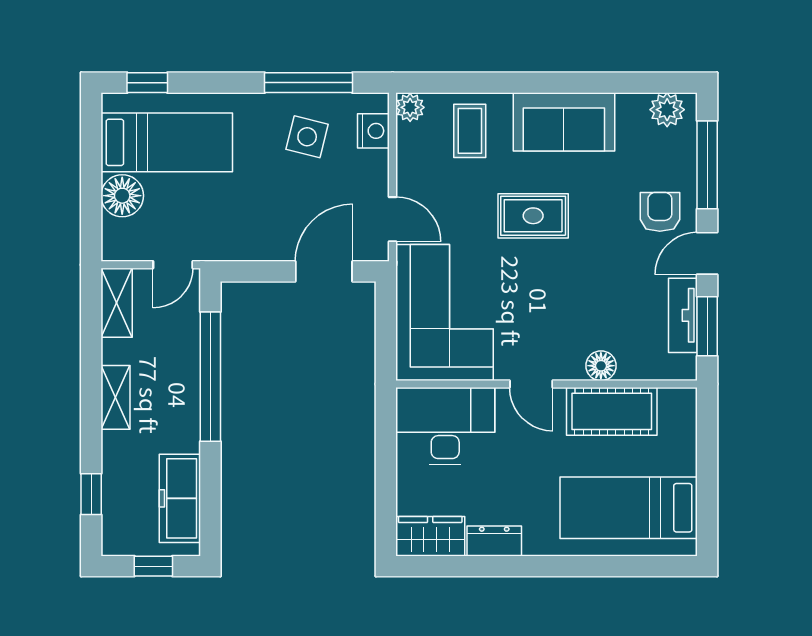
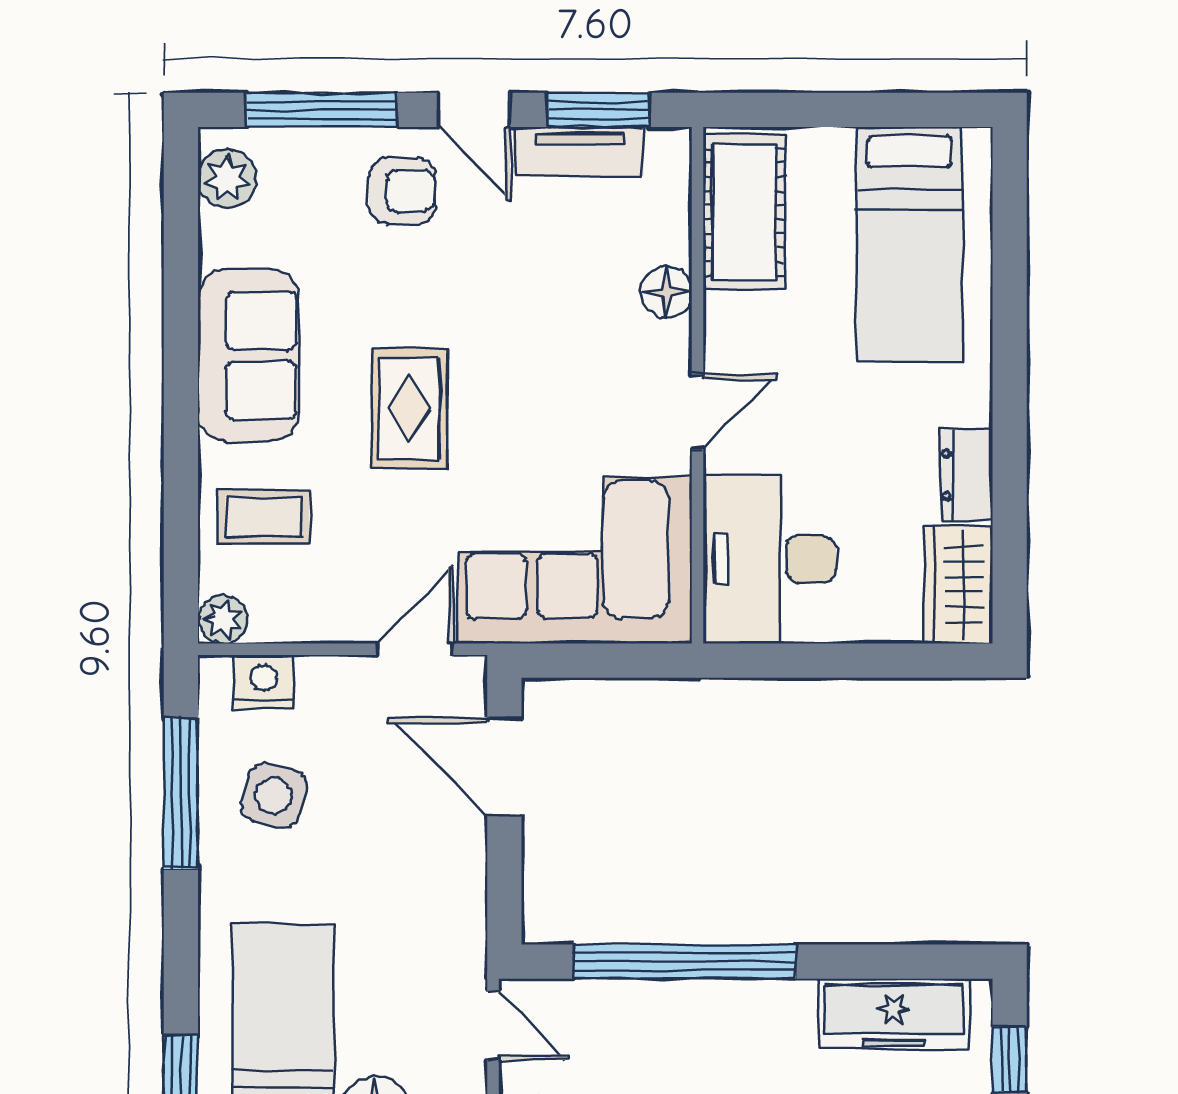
armchair: (660, 212) -> (402, 191), turned 180
cot: (612, 411) -> (744, 212), moved

